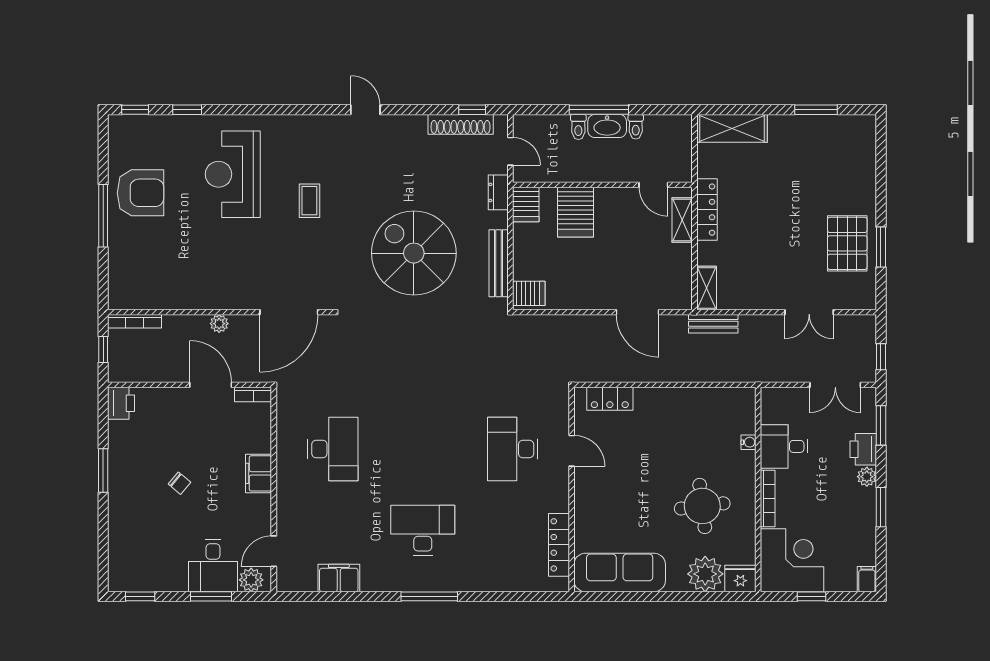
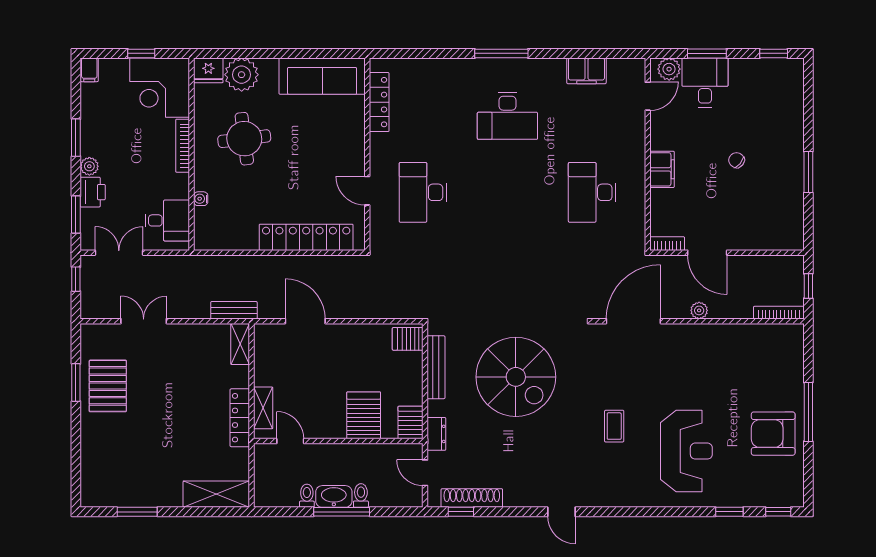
locker: (610, 399) -> (306, 237), width x2.16, depth x1.21
printer: (121, 403) -> (792, 235), removed
desk: (784, 446) -> (167, 220), moved
desk: (513, 449) -> (423, 192), turned 180

